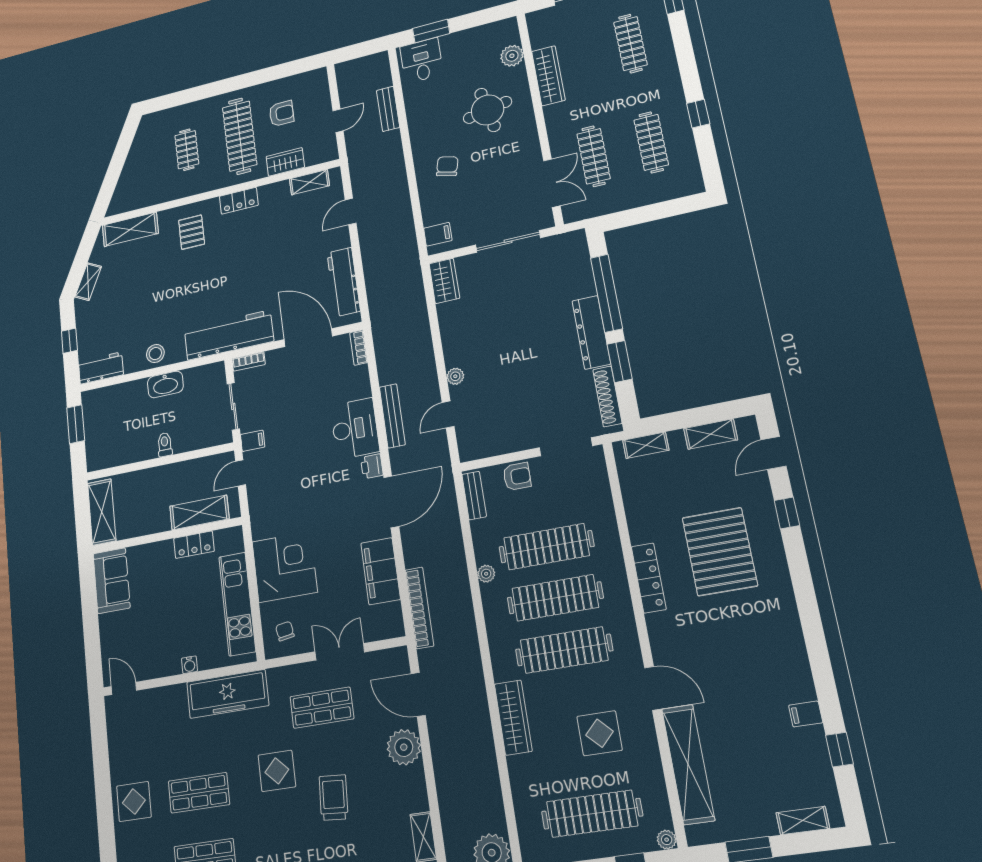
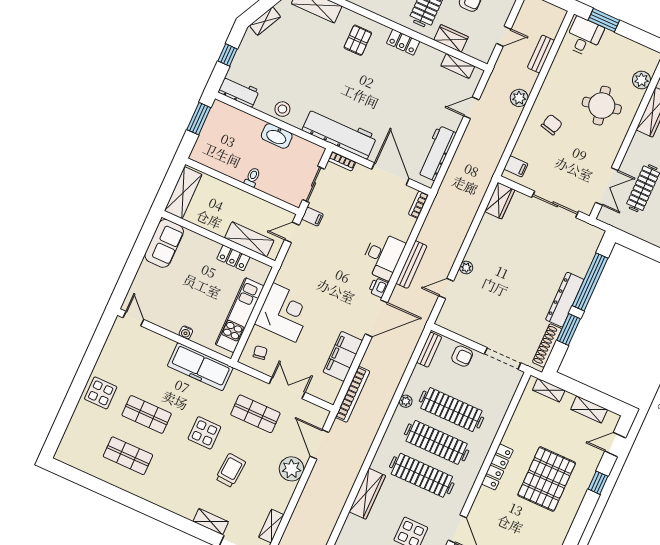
plant: (394, 166) -> (519, 98), added

